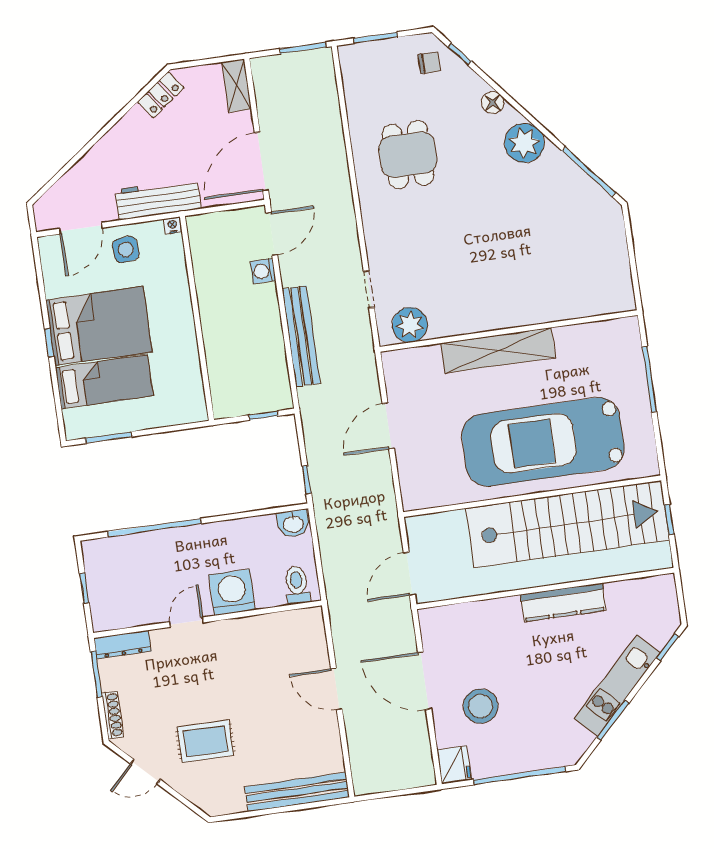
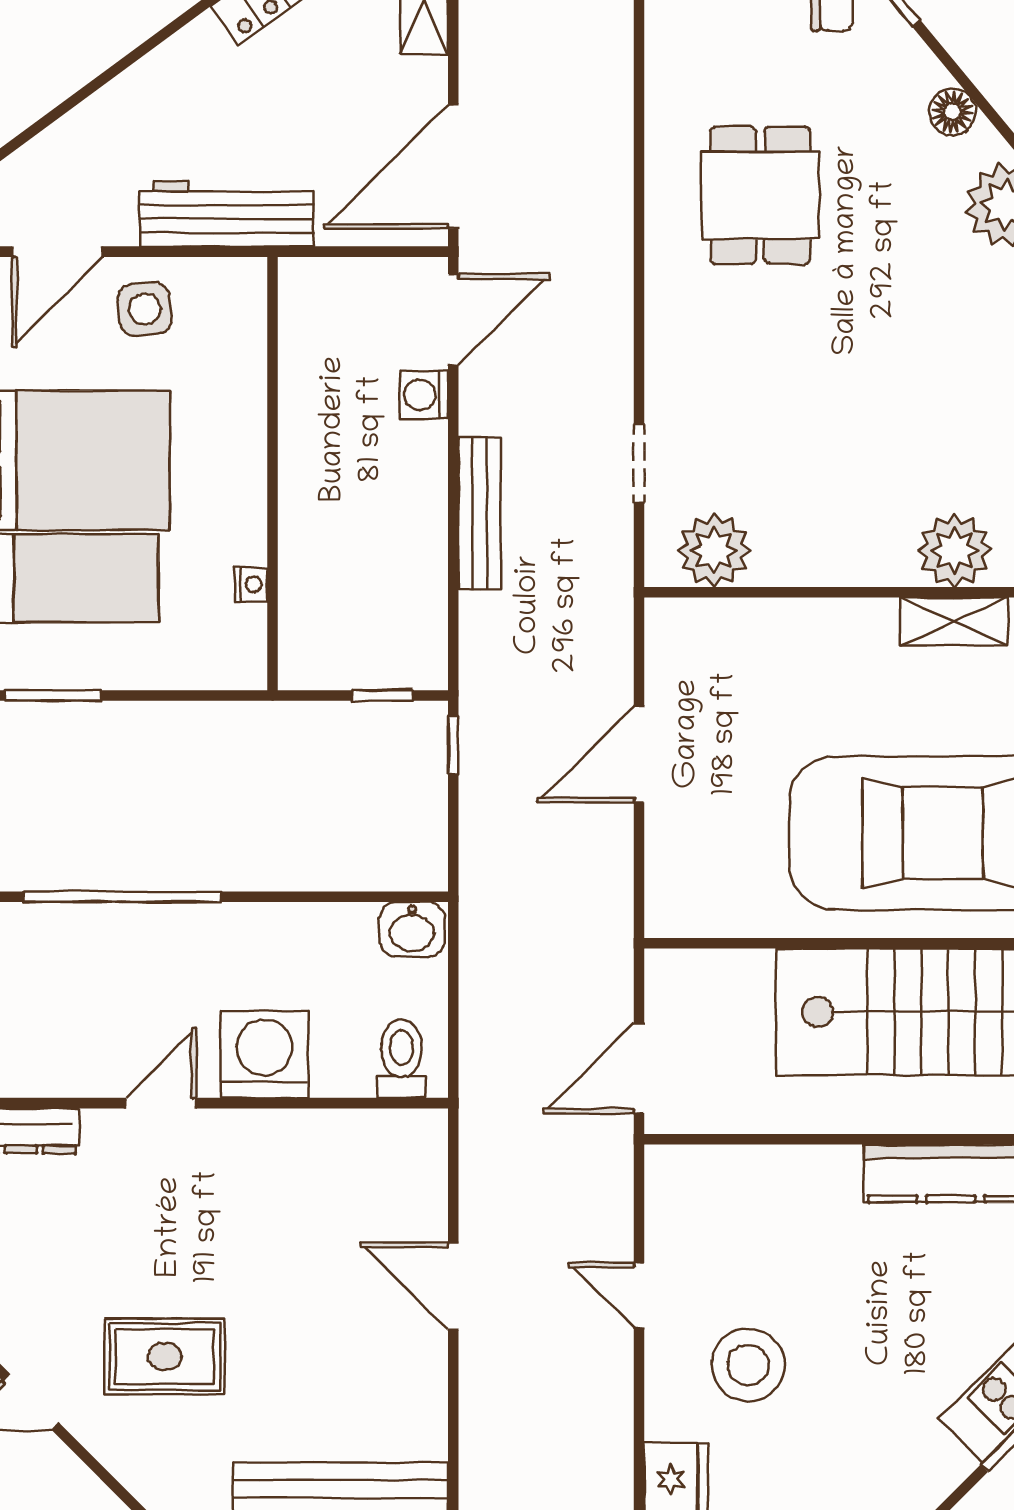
nightstand: (173, 226) -> (251, 584), moved, turned 90
plant: (523, 309) -> (955, 550), added
bench: (301, 336) -> (480, 513), width x0.73, depth x0.82
shelving: (498, 350) -> (954, 622), width x0.45, depth x0.75
window: (307, 480) -> (453, 745), moved
door: (425, 681) -> (639, 1295), width x0.53

